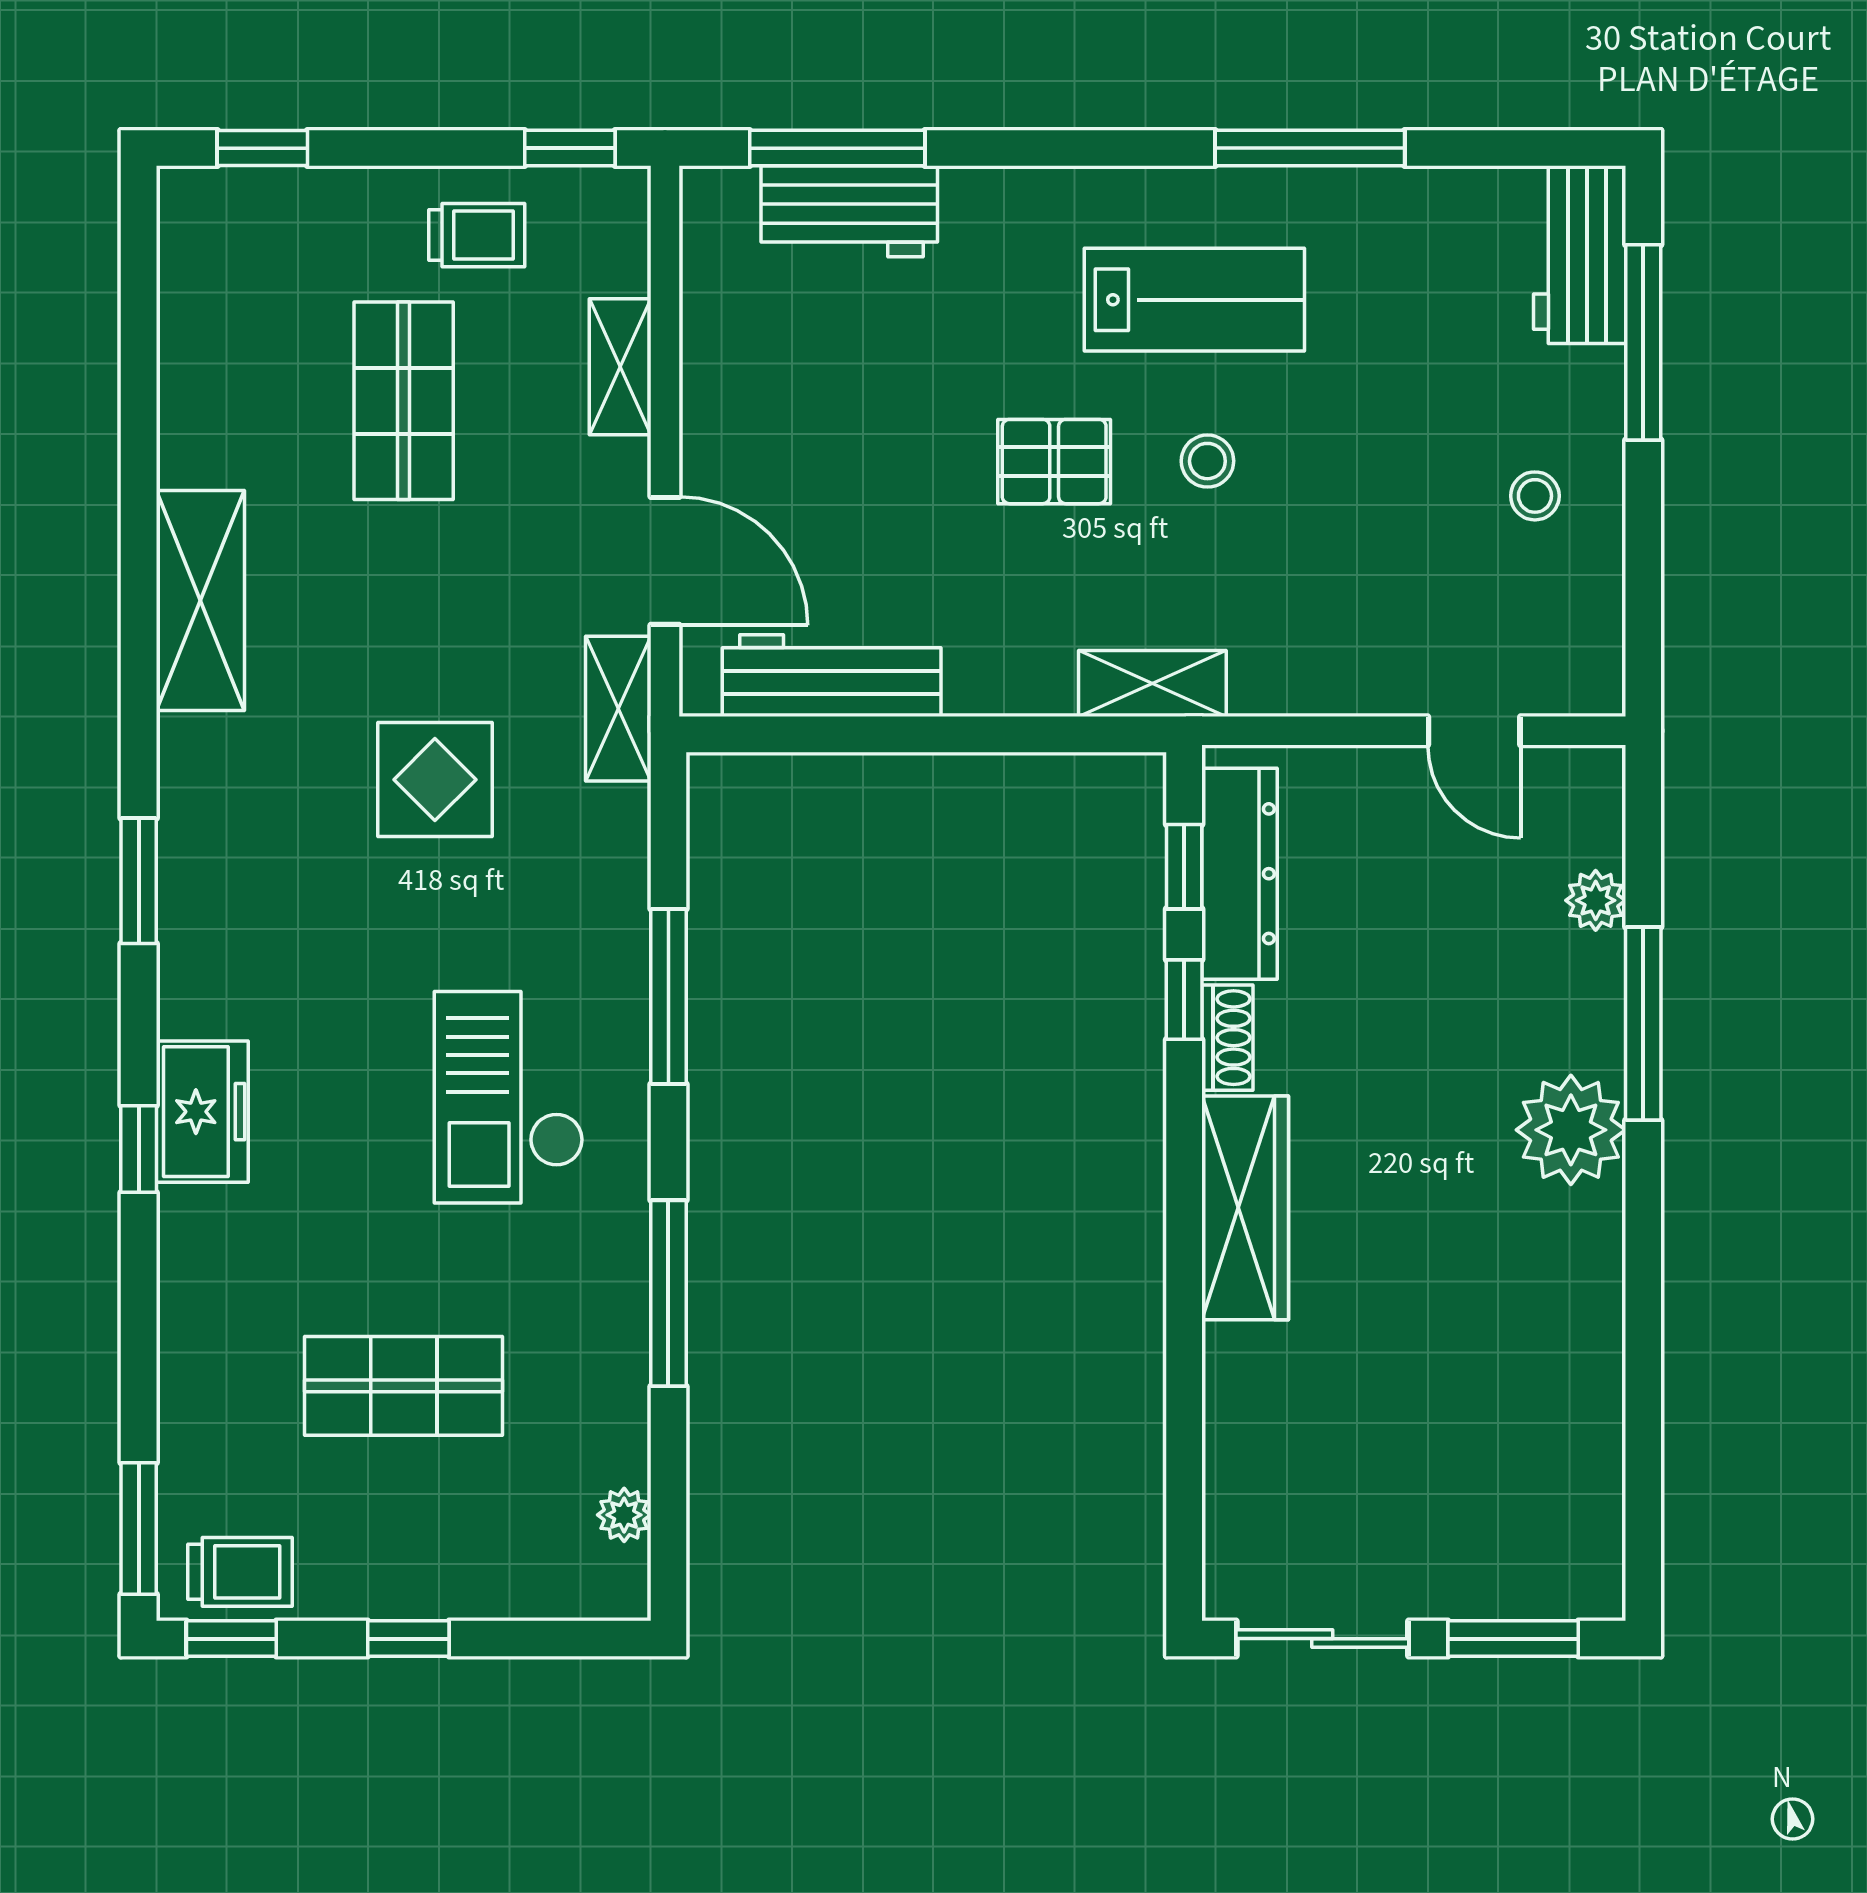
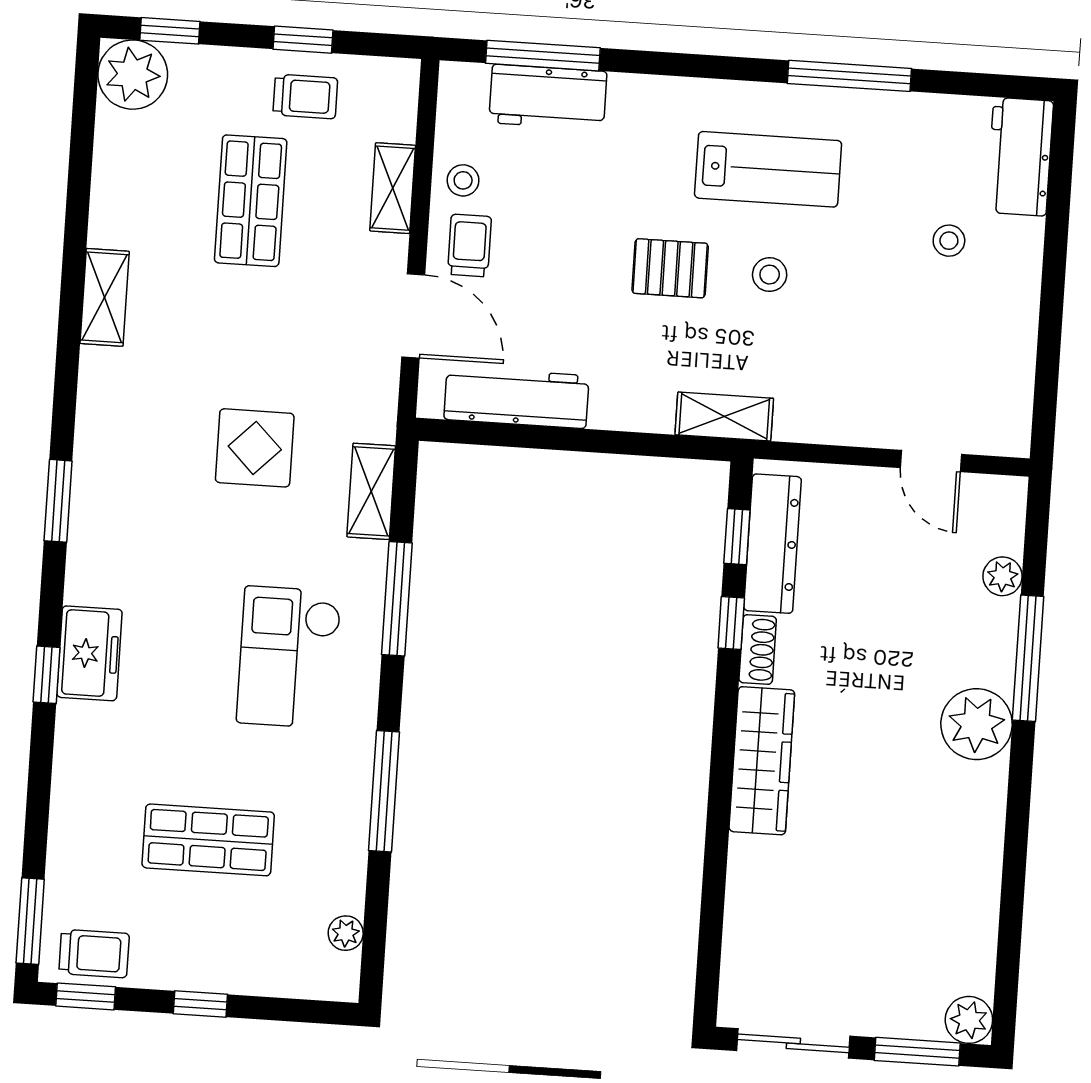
window: (570, 148) -> (303, 40), moved
plant: (210, 219) -> (133, 75), added
window: (1643, 342) -> (1057, 216), removed
stool: (727, 348) -> (463, 180), added
trolley: (744, 447) -> (469, 245), added
stool: (1535, 496) -> (949, 241), moved
shelving: (200, 601) -> (105, 297), width x0.67, depth x0.75
shelving: (618, 709) -> (371, 491), moved
plant: (1589, 1585) -> (969, 1020), added

